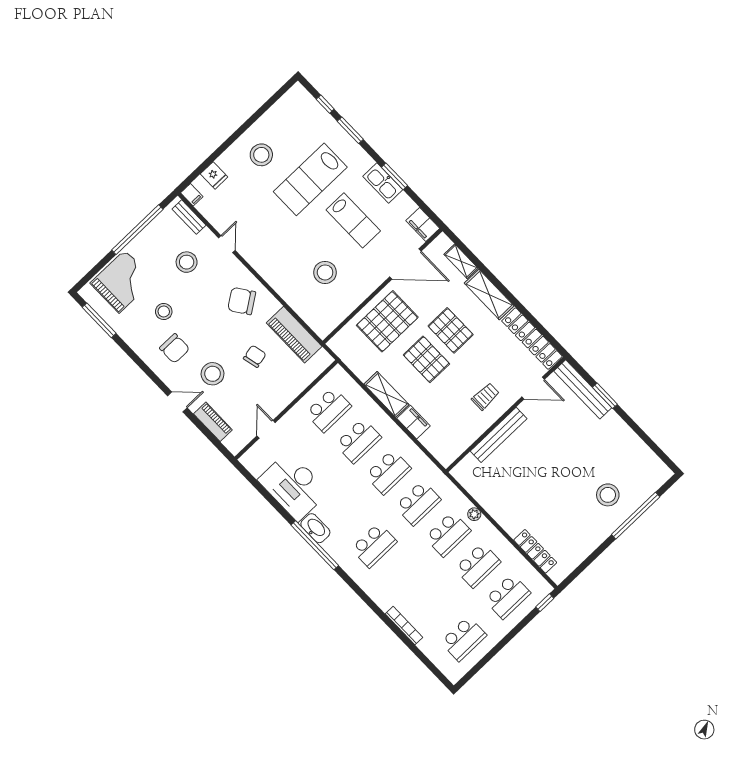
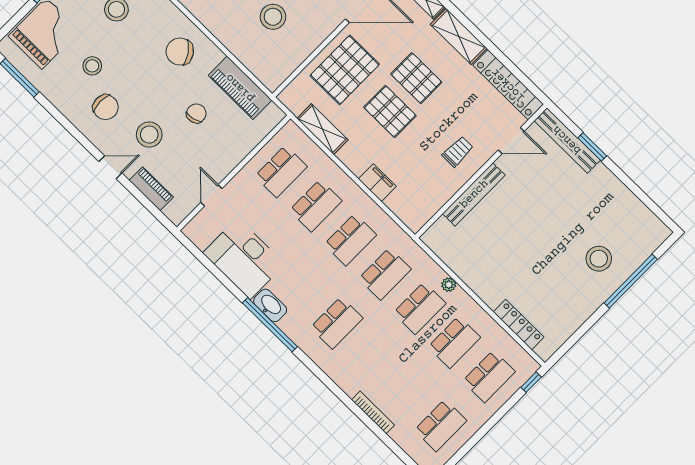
shelving: (386, 394) -> (322, 129), moved

